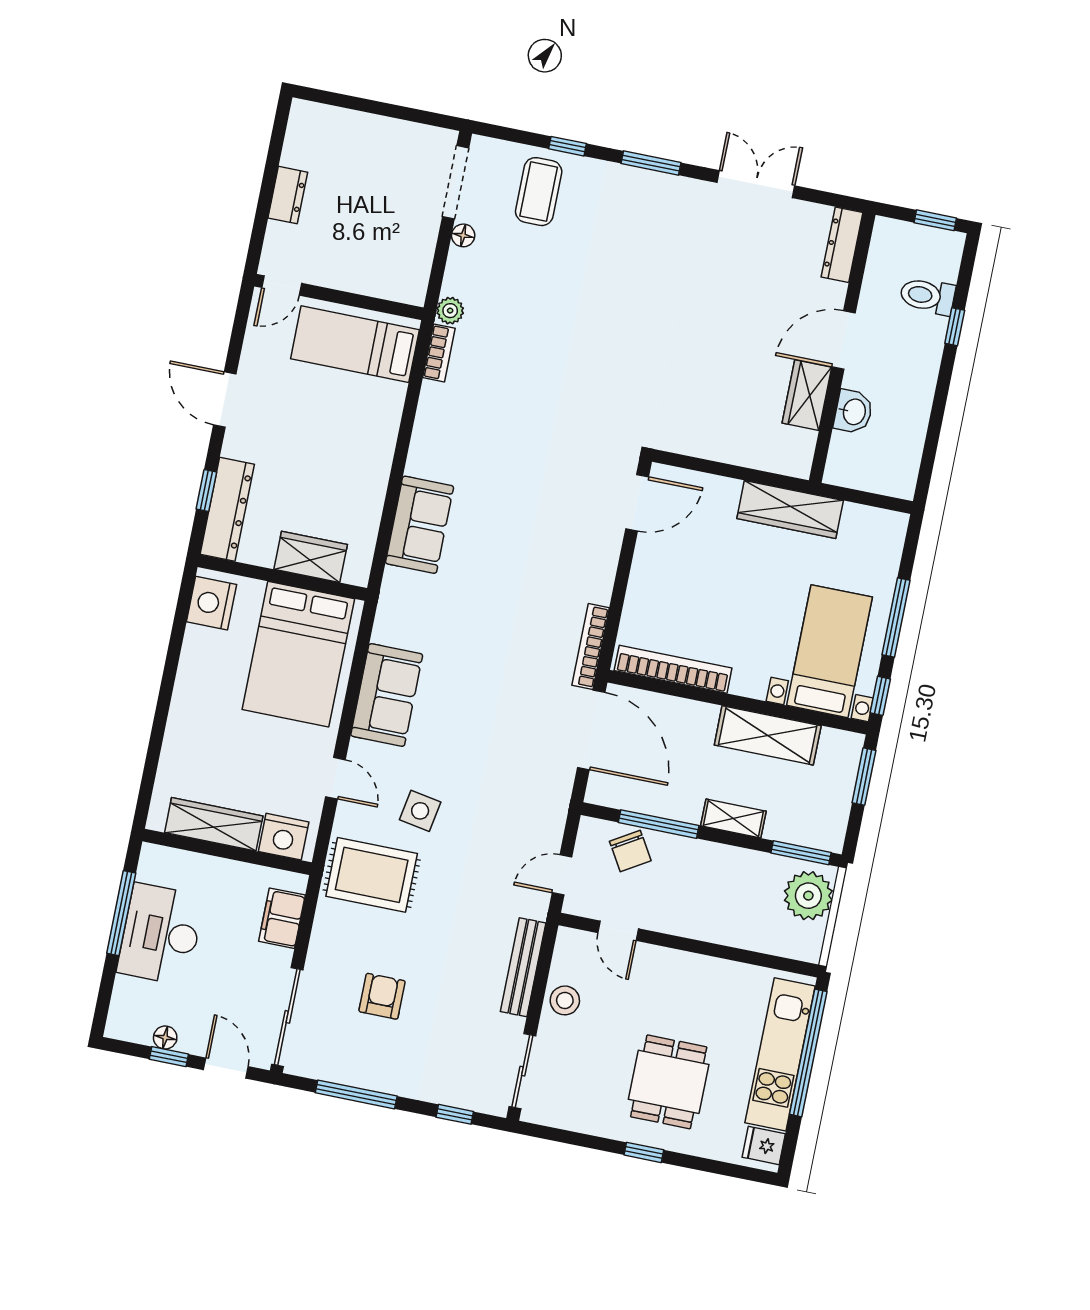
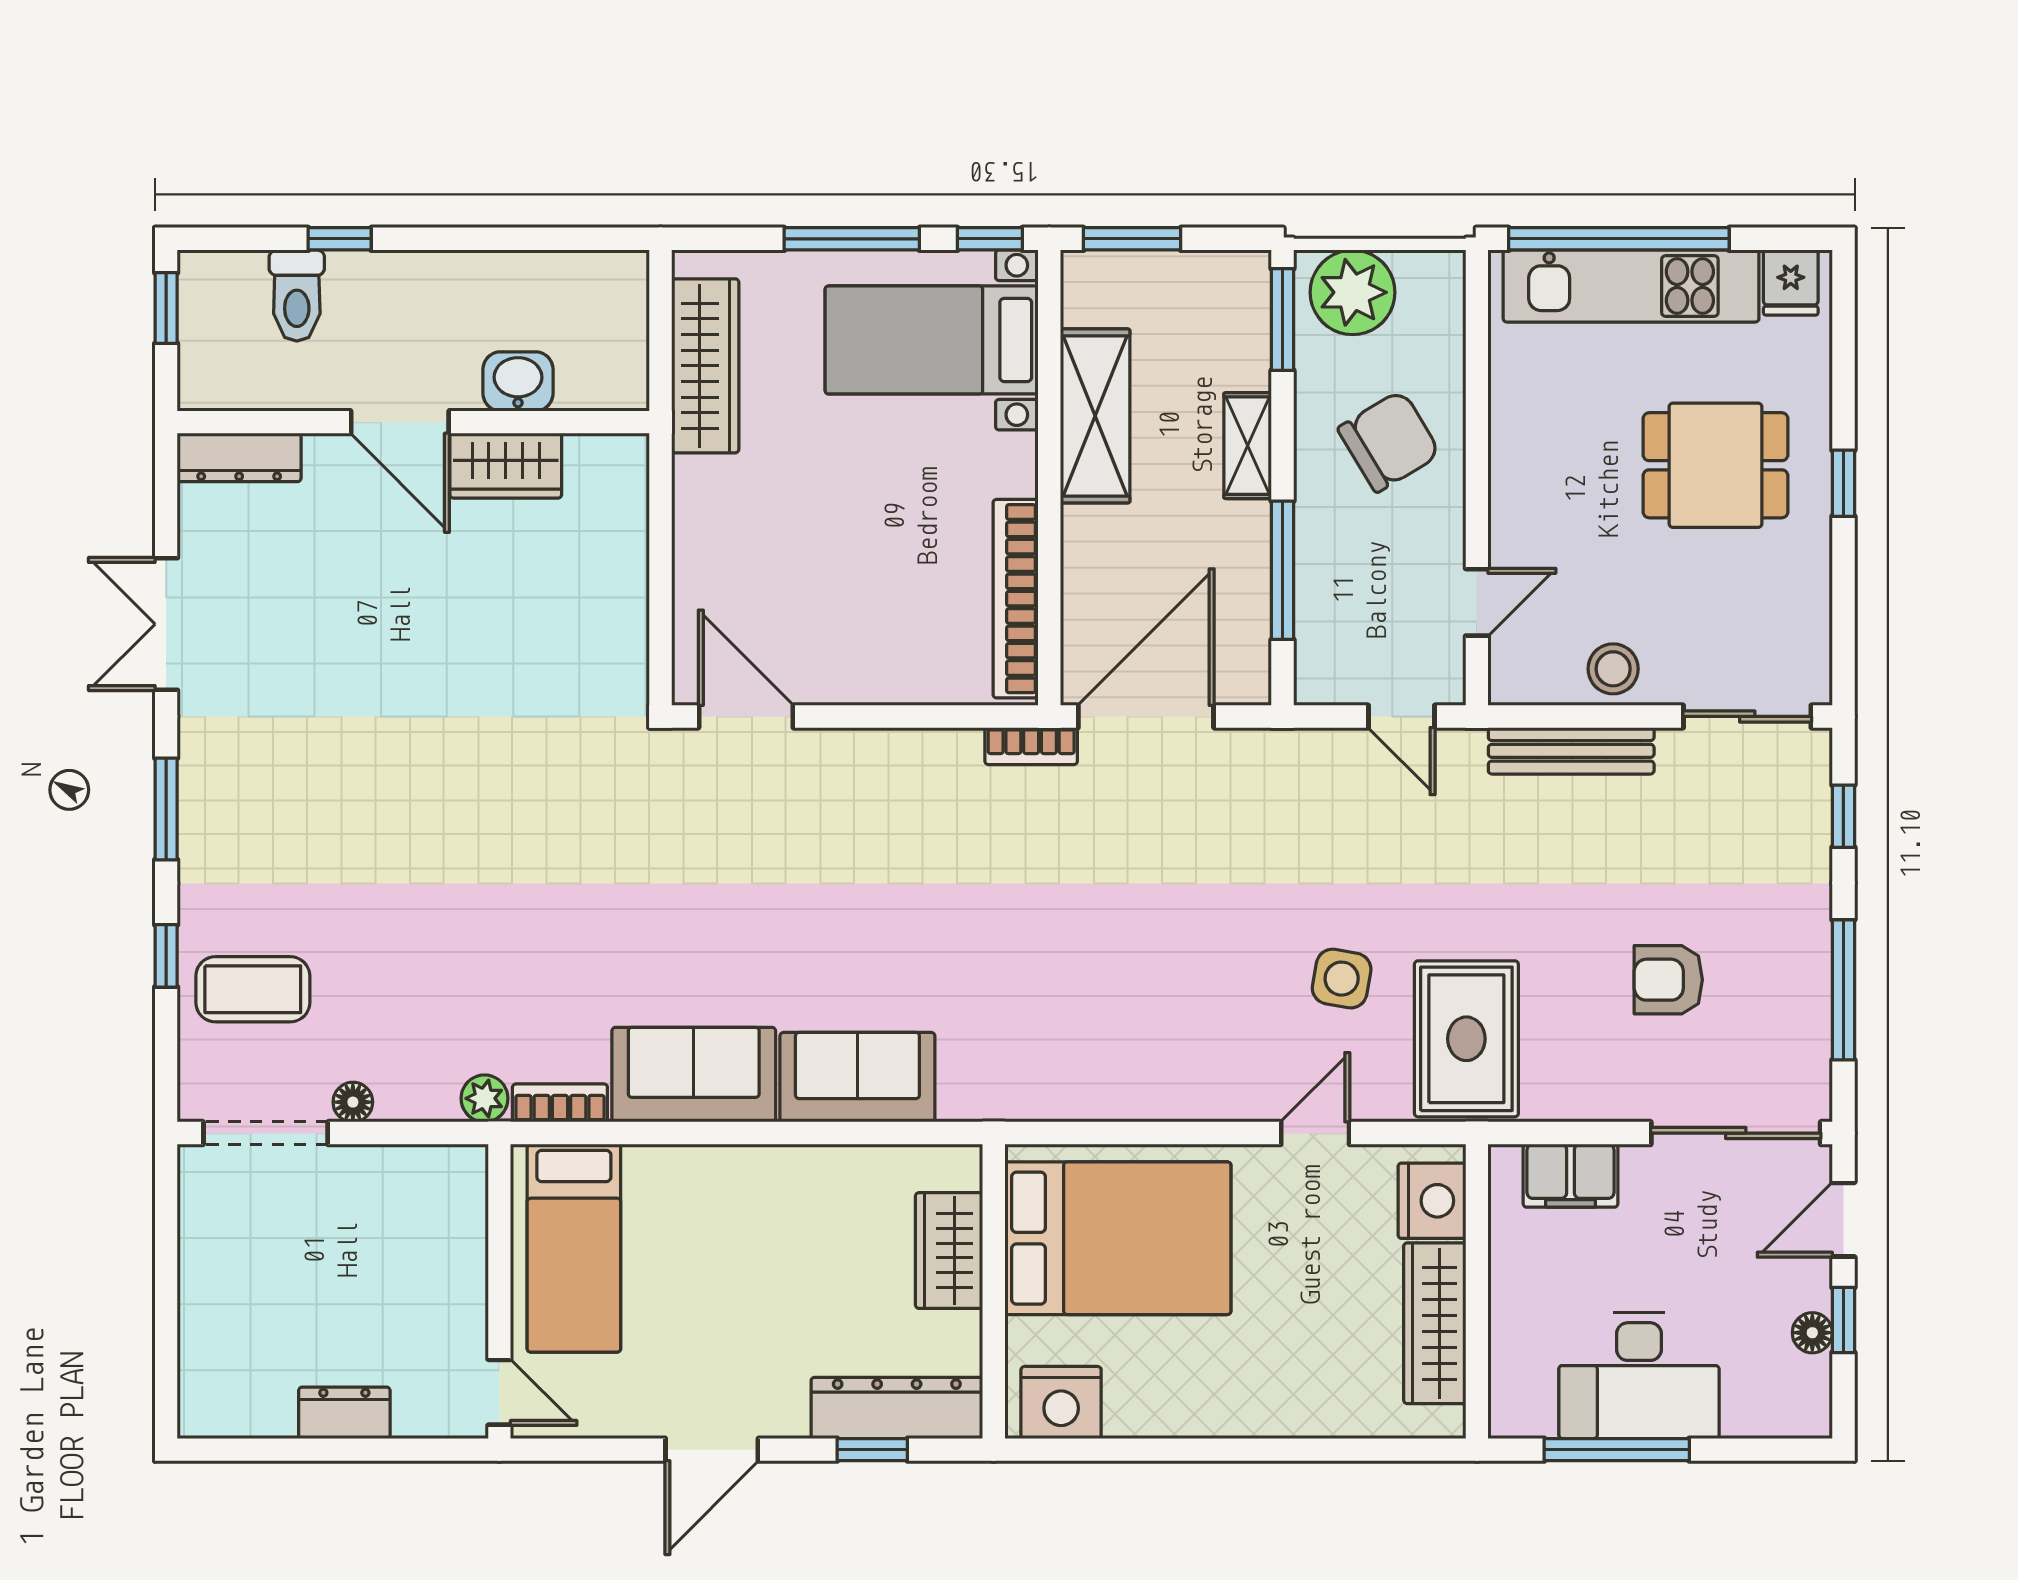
wardrobe: (790, 510) -> (705, 366), moved
bookcase: (591, 646) -> (1031, 746), width x0.64
sofa: (387, 695) -> (694, 1075), moved
chair: (630, 851) -> (1389, 441), moved, width x1.37, depth x1.37

